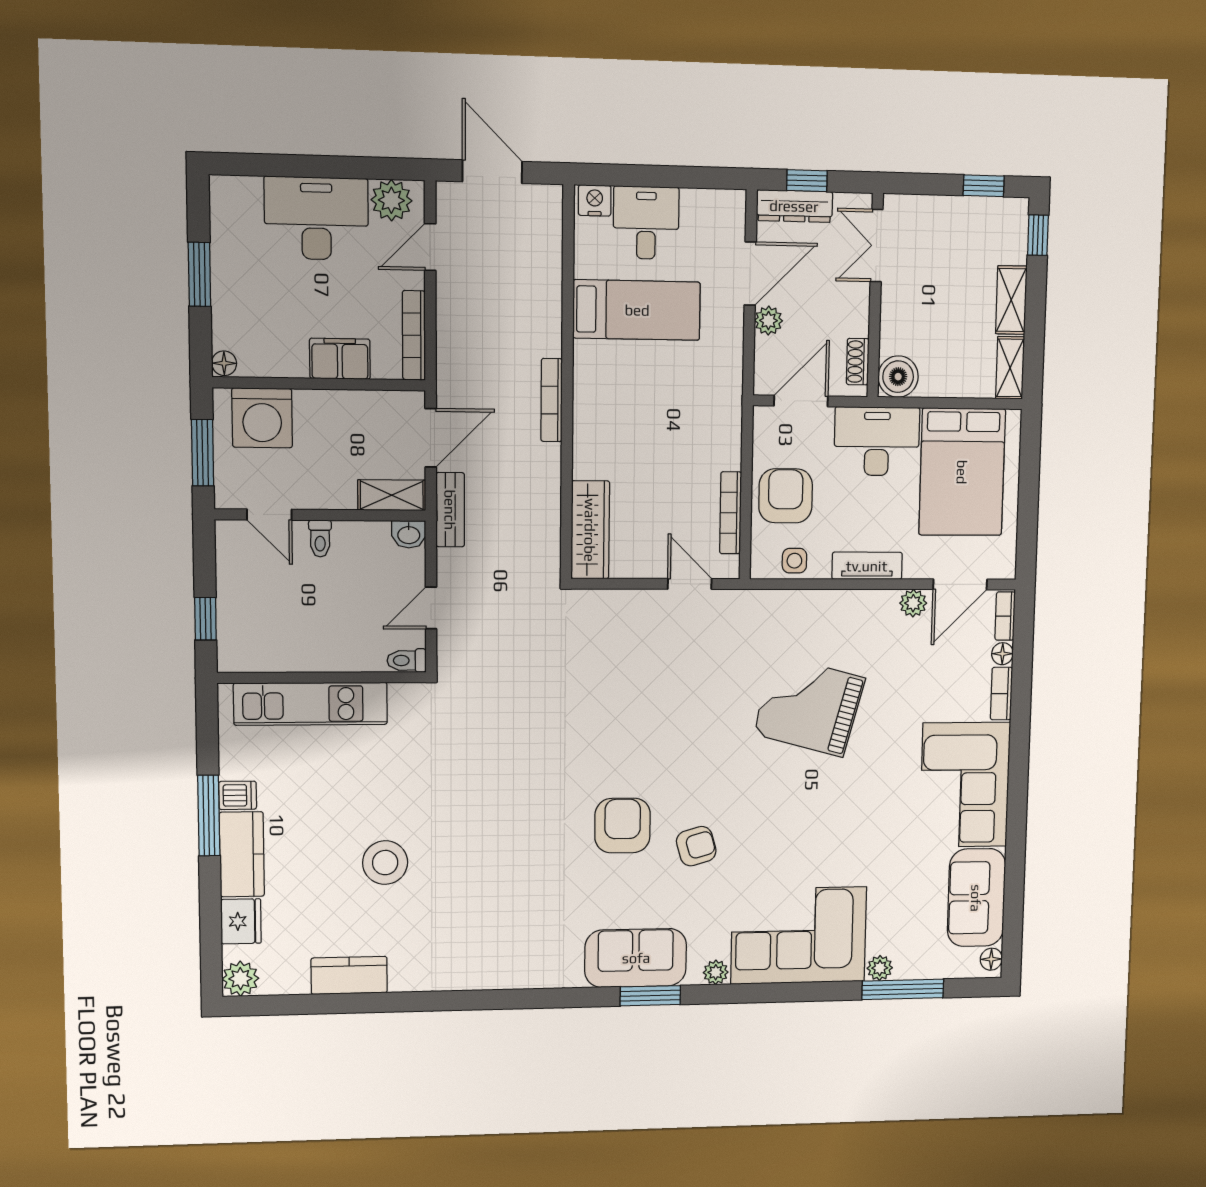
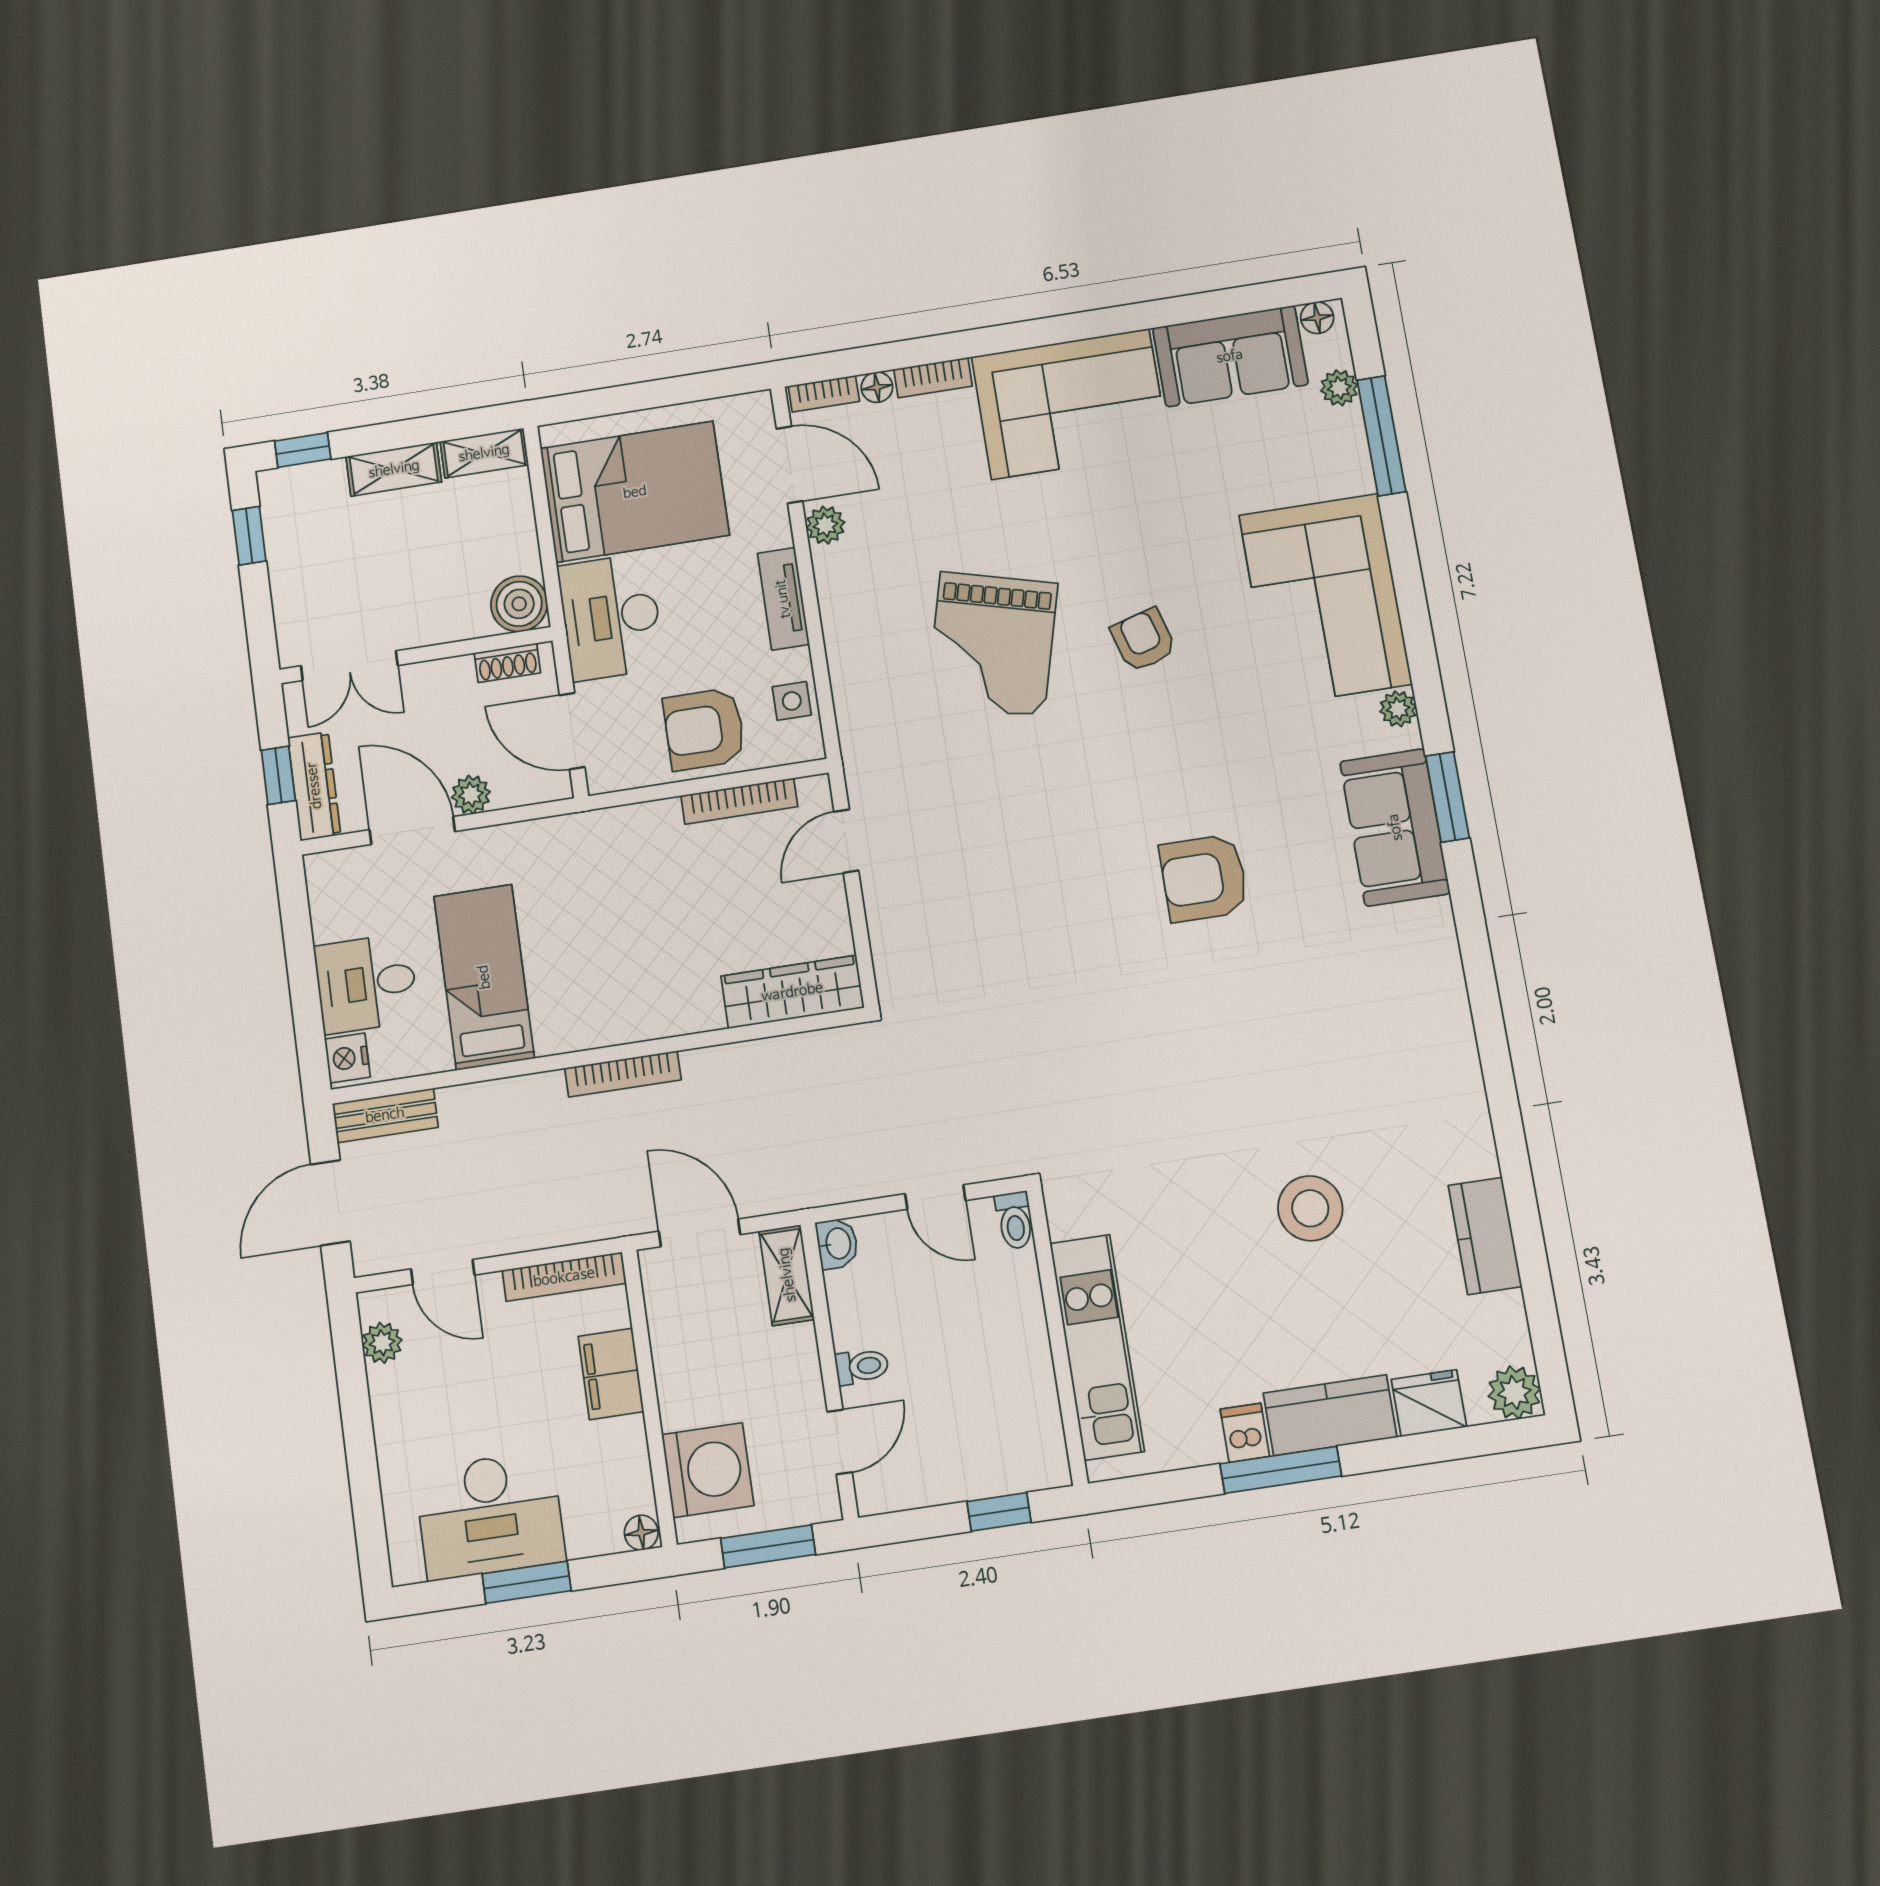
plant: (391, 200) -> (382, 1343), width x0.73, depth x0.73
desk: (316, 218) -> (490, 1515), moved, turned -90
bench: (450, 510) -> (385, 1115), moved
armchair: (696, 846) -> (1143, 640), moved
plant: (880, 968) -> (1339, 388), moved

